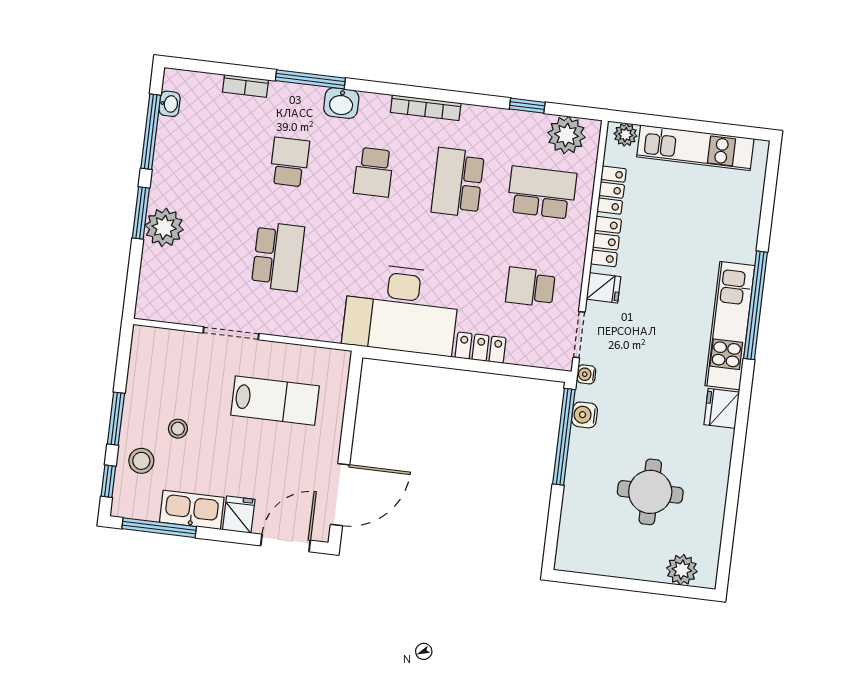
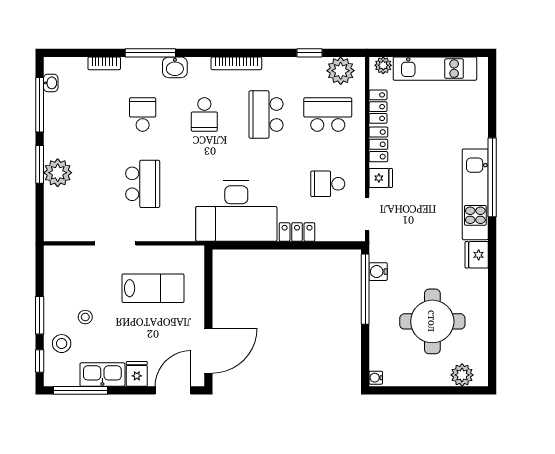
water cooler: (586, 374) -> (376, 378), moved
round table: (650, 492) -> (432, 321), width x1.36, depth x1.36

